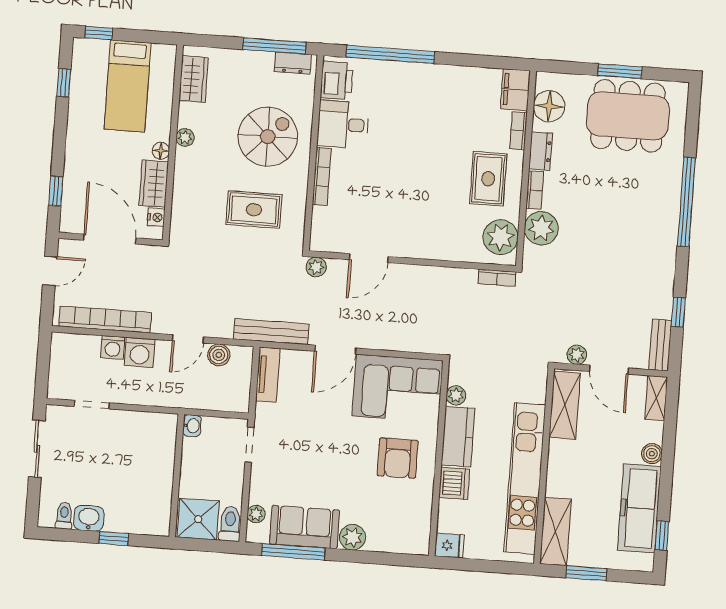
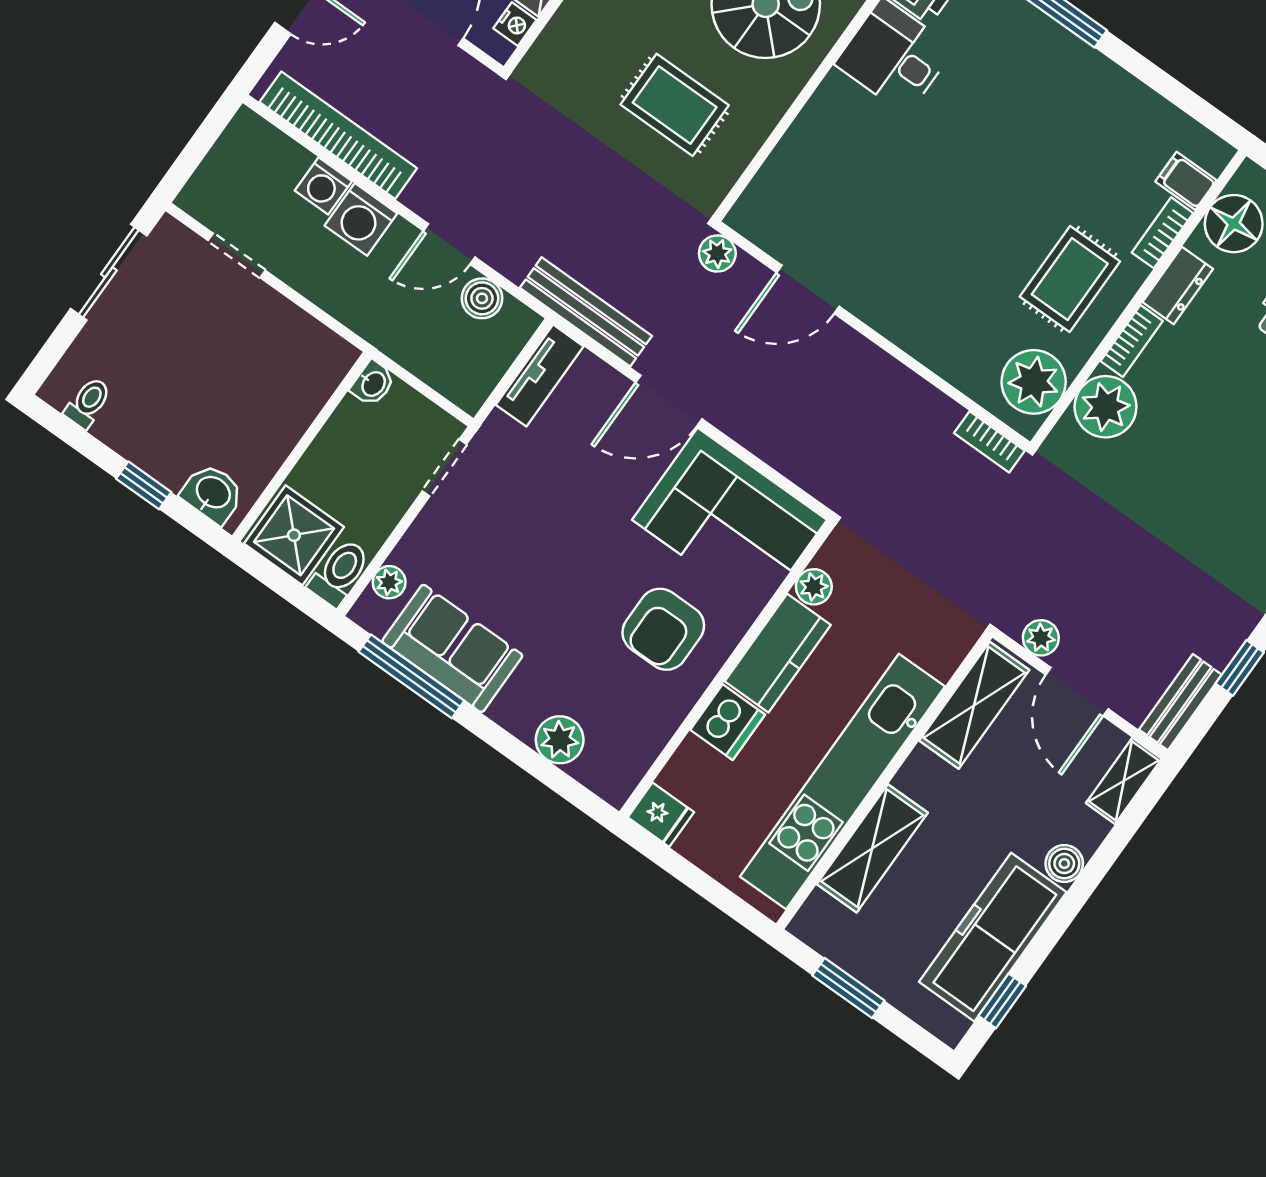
filing cabinet: (515, 90) -> (1186, 181), width x0.50
bookcase: (322, 177) -> (812, 118), removed
washbasin: (89, 518) -> (213, 493), moved
shelving: (556, 531) -> (872, 848), moved
plant: (353, 537) -> (560, 740), moved

